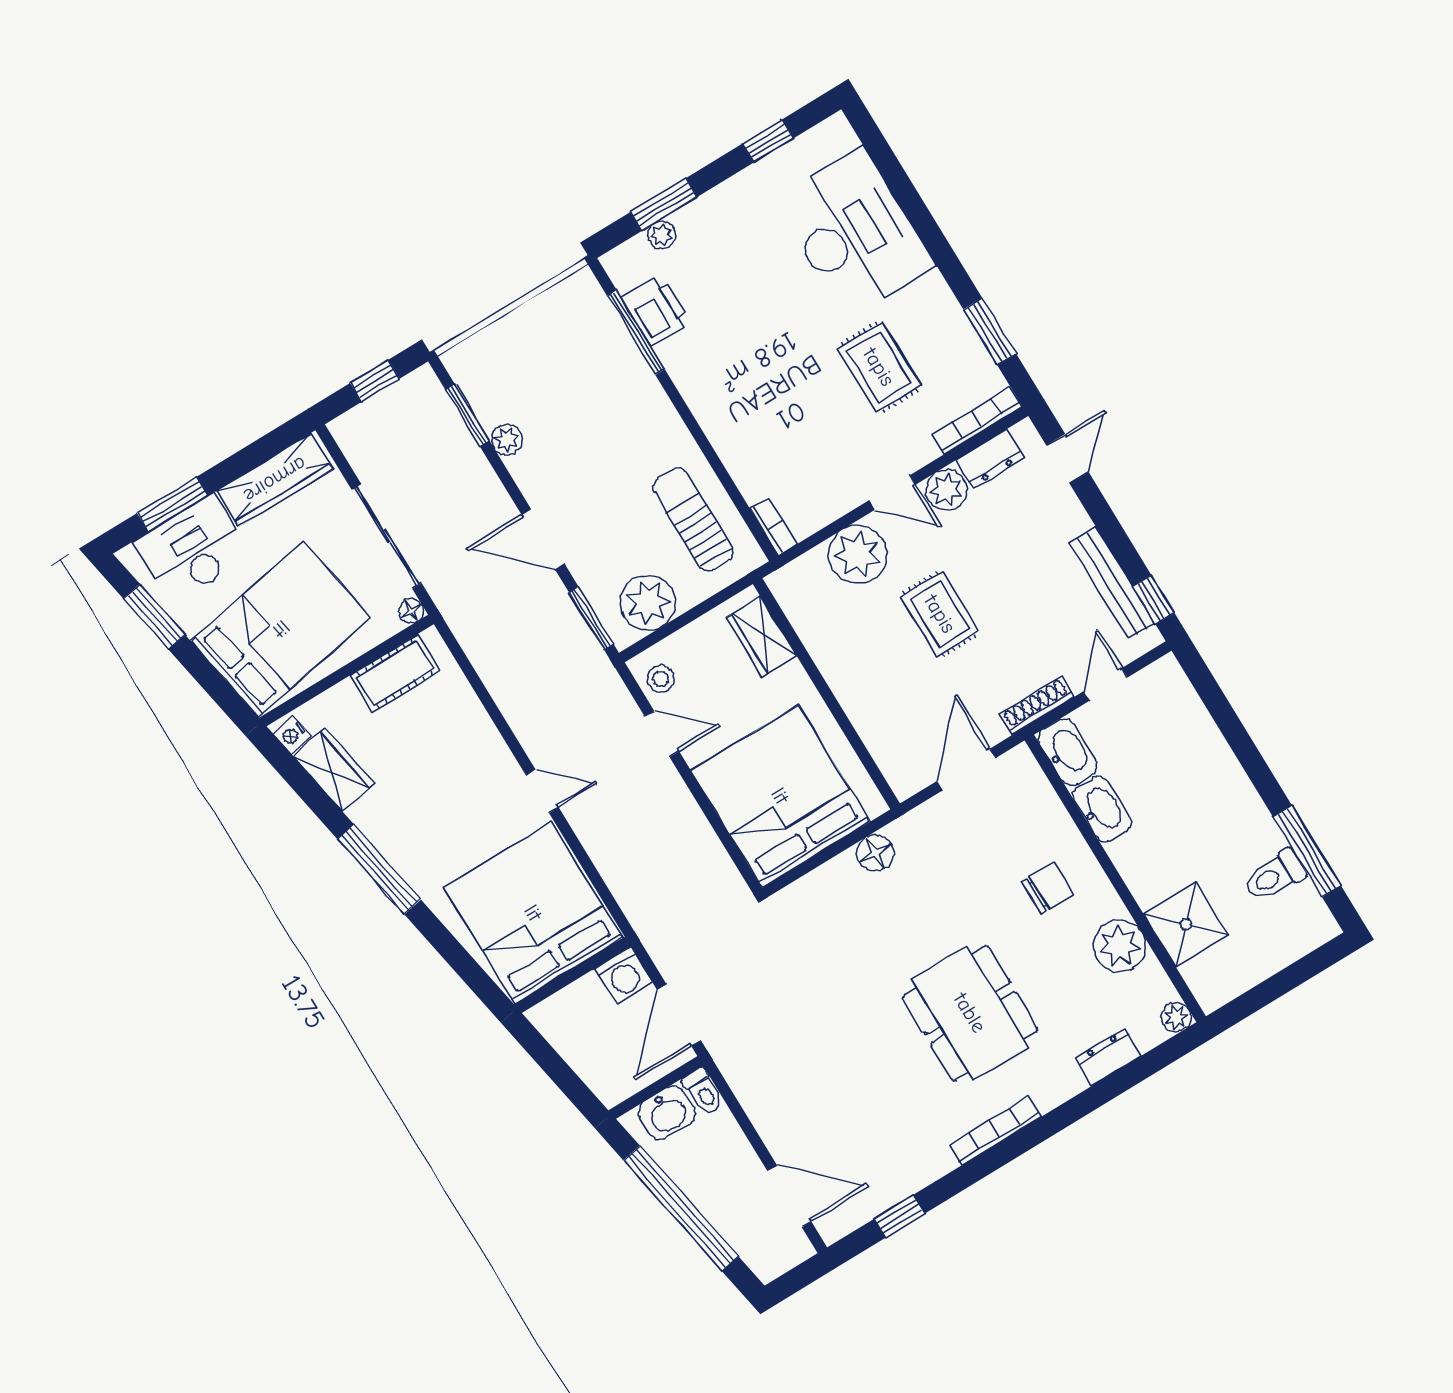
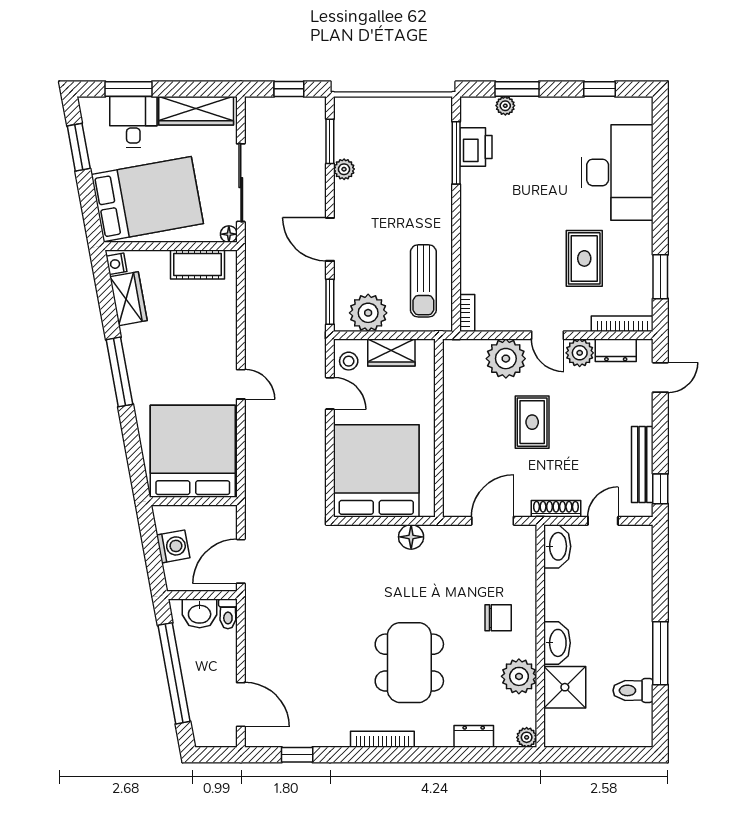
sun lounger: (693, 520) -> (423, 281), turned 180
desk: (193, 549) -> (133, 122), width x0.73
wardrobe: (761, 637) -> (391, 353), moved, turned -90
washbasin: (1102, 809) -> (557, 643), moved
window: (1307, 851) -> (660, 653), moved
washing machine: (624, 976) -> (173, 546), moved, turned -100

